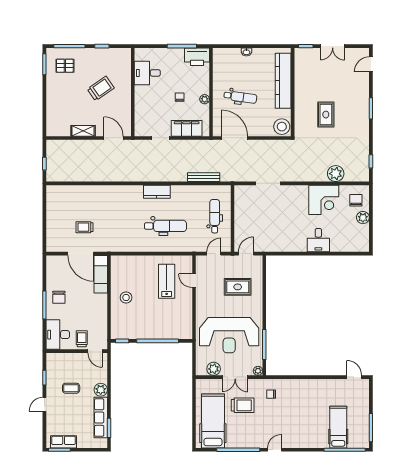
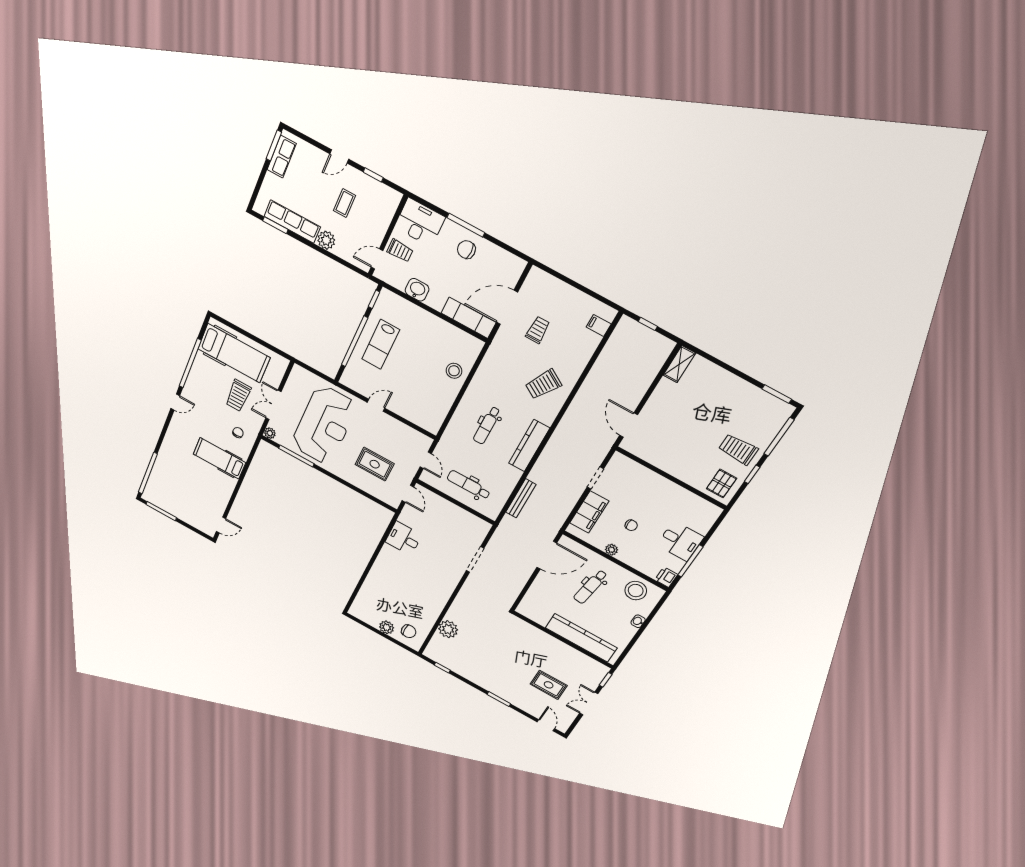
printer: (197, 57) -> (666, 577), width x0.53, depth x0.68
pallet: (65, 66) -> (721, 484), moved
desk: (147, 73) -> (680, 541), moved, turned 90
trolley: (101, 89) -> (738, 449), moved, turned 125
rug: (326, 115) -> (549, 685), moved
stool: (282, 127) -> (636, 591), moved
shelving: (83, 131) -> (679, 364), moved
door: (113, 138) -> (629, 425), swing flipped
filing cabinet: (61, 192) -> (599, 326), added
kitchen counter: (157, 192) -> (529, 446), width x1.50
corner desk: (324, 200) -> (426, 602), removed
trolley: (117, 205) -> (543, 384), added
dental chair: (215, 216) -> (469, 485), turned 180
dental chair: (165, 226) -> (487, 425), width x0.73, depth x0.72
desk: (318, 240) -> (404, 538), moved
lab bench: (167, 281) -> (381, 344), moved, turned 90
door: (194, 281) -> (376, 405), moved
rug: (238, 287) -> (375, 464), turned 90
stool: (126, 297) -> (454, 371), moved
washbasin: (101, 316) -> (417, 290), added
reception desk: (229, 335) -> (324, 425), turned 180
plant: (214, 369) -> (293, 387), removed
door: (44, 404) -> (339, 156), swing flipped
hospital bed: (338, 427) -> (219, 458), moved, turned 180
door: (275, 450) -> (175, 402), hinge flipped

